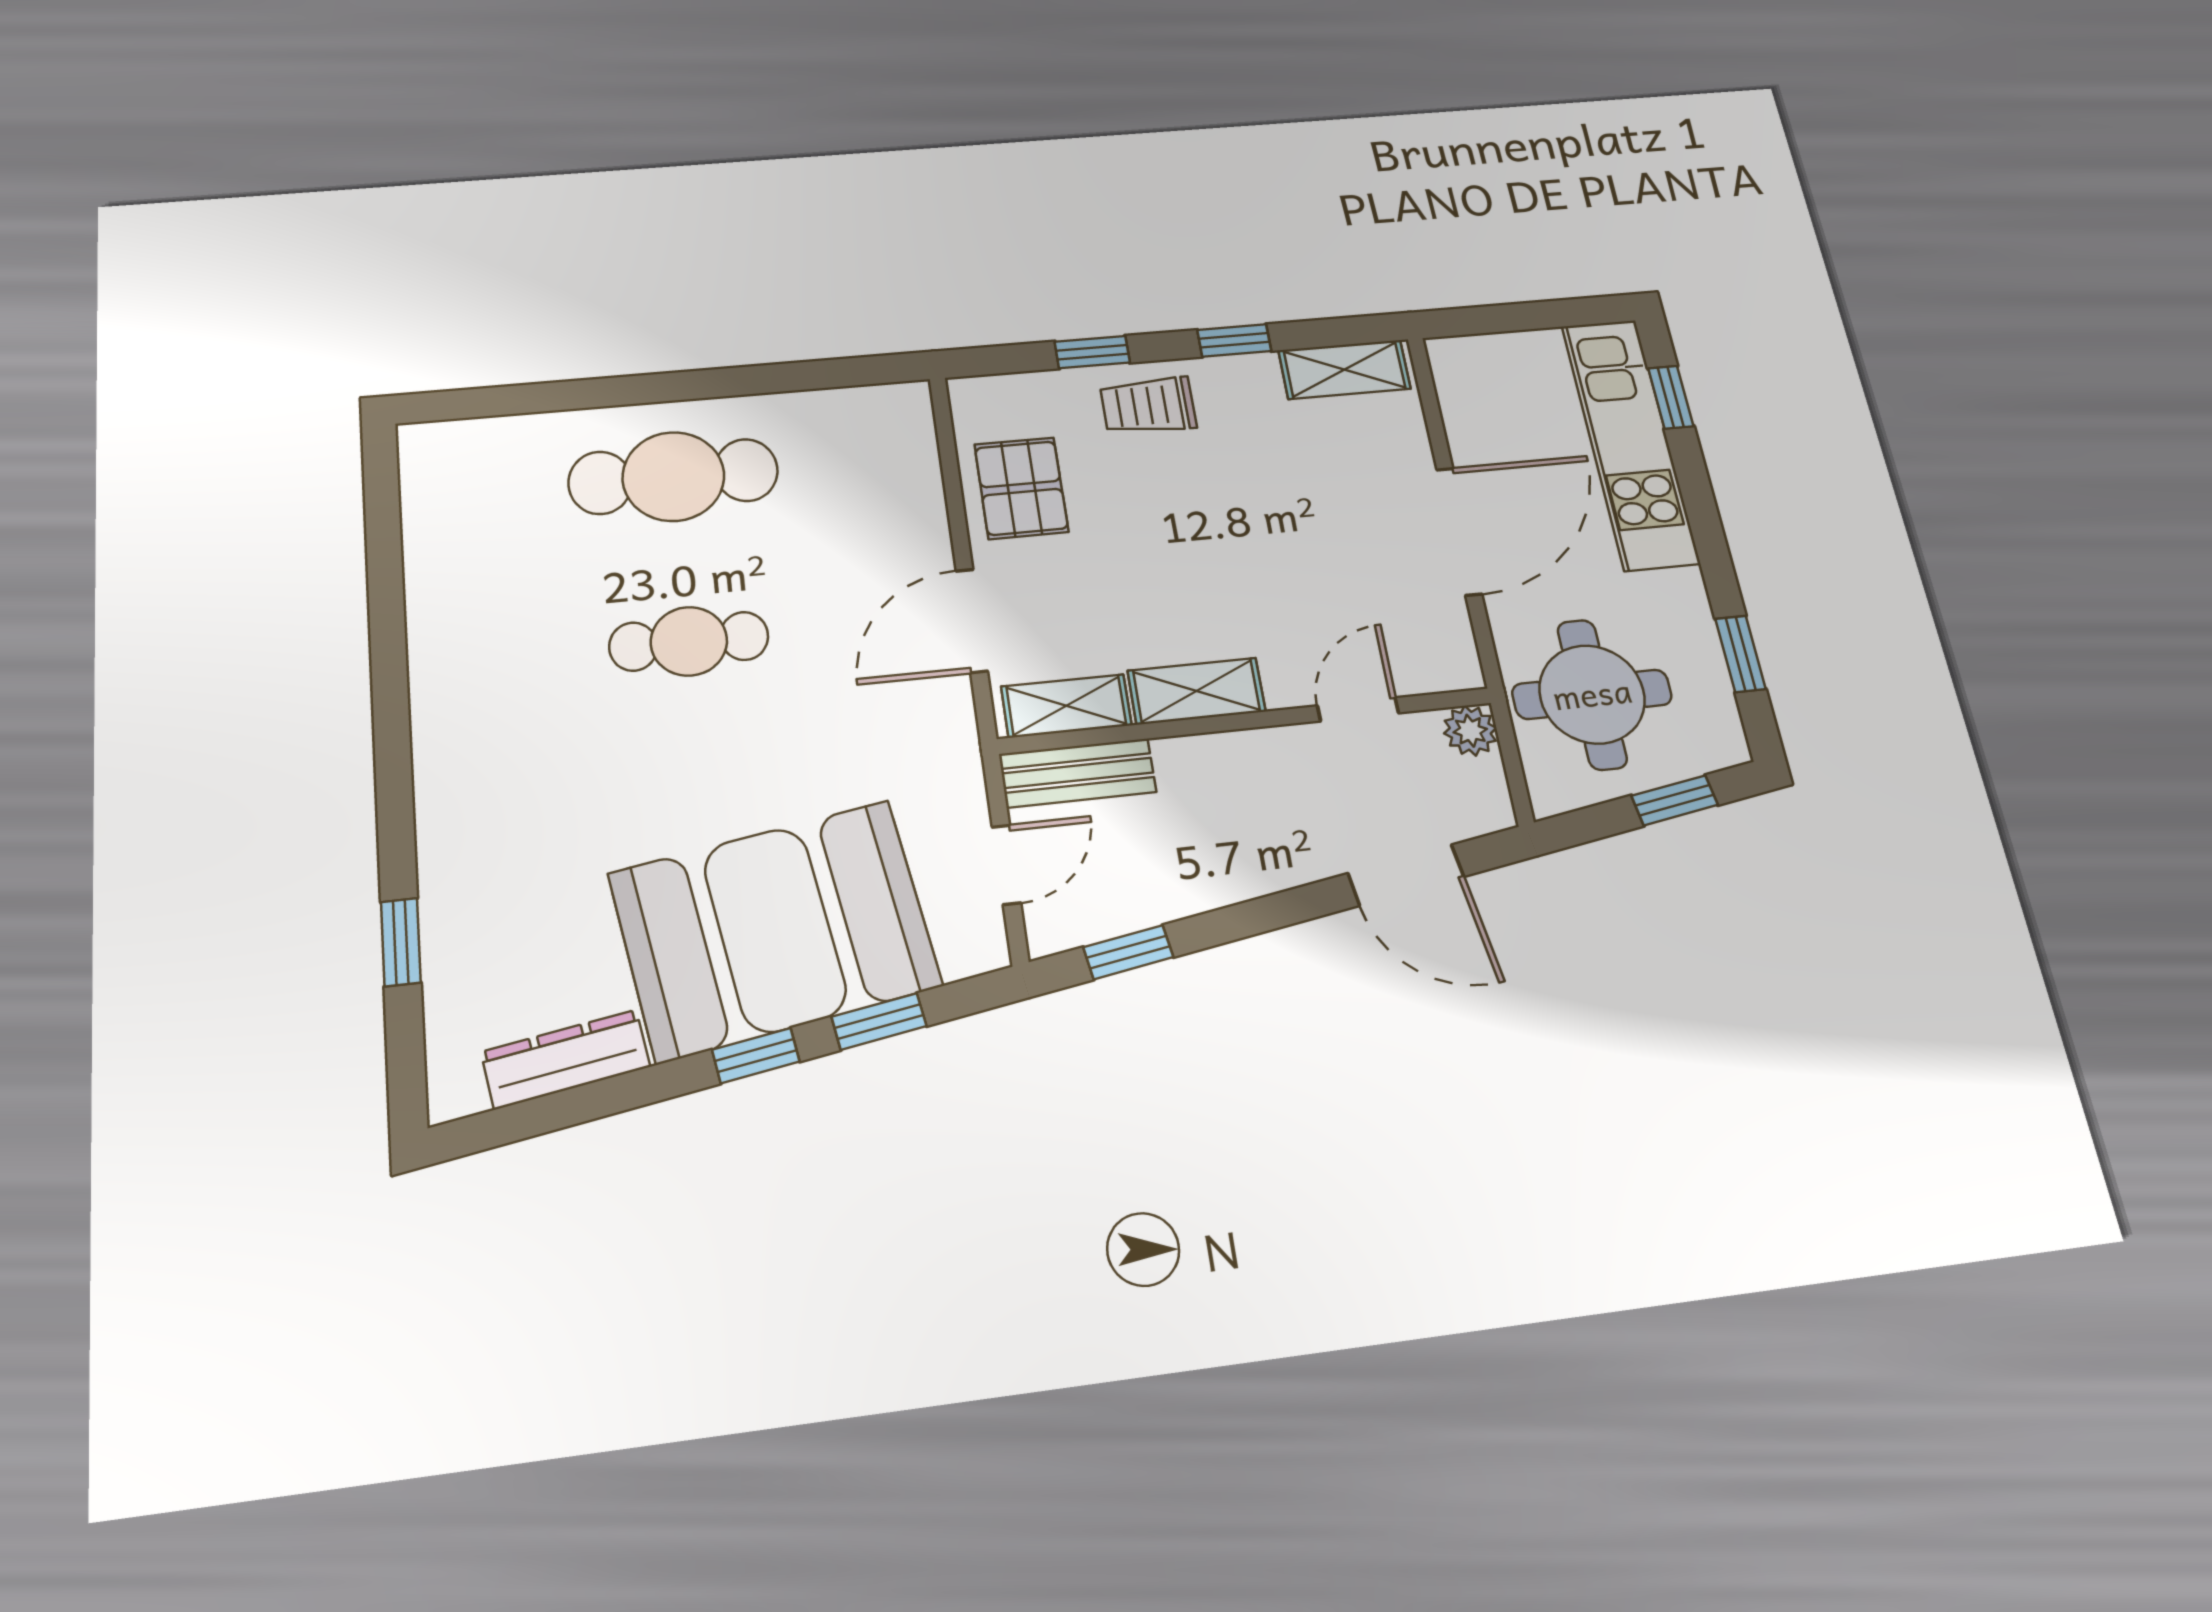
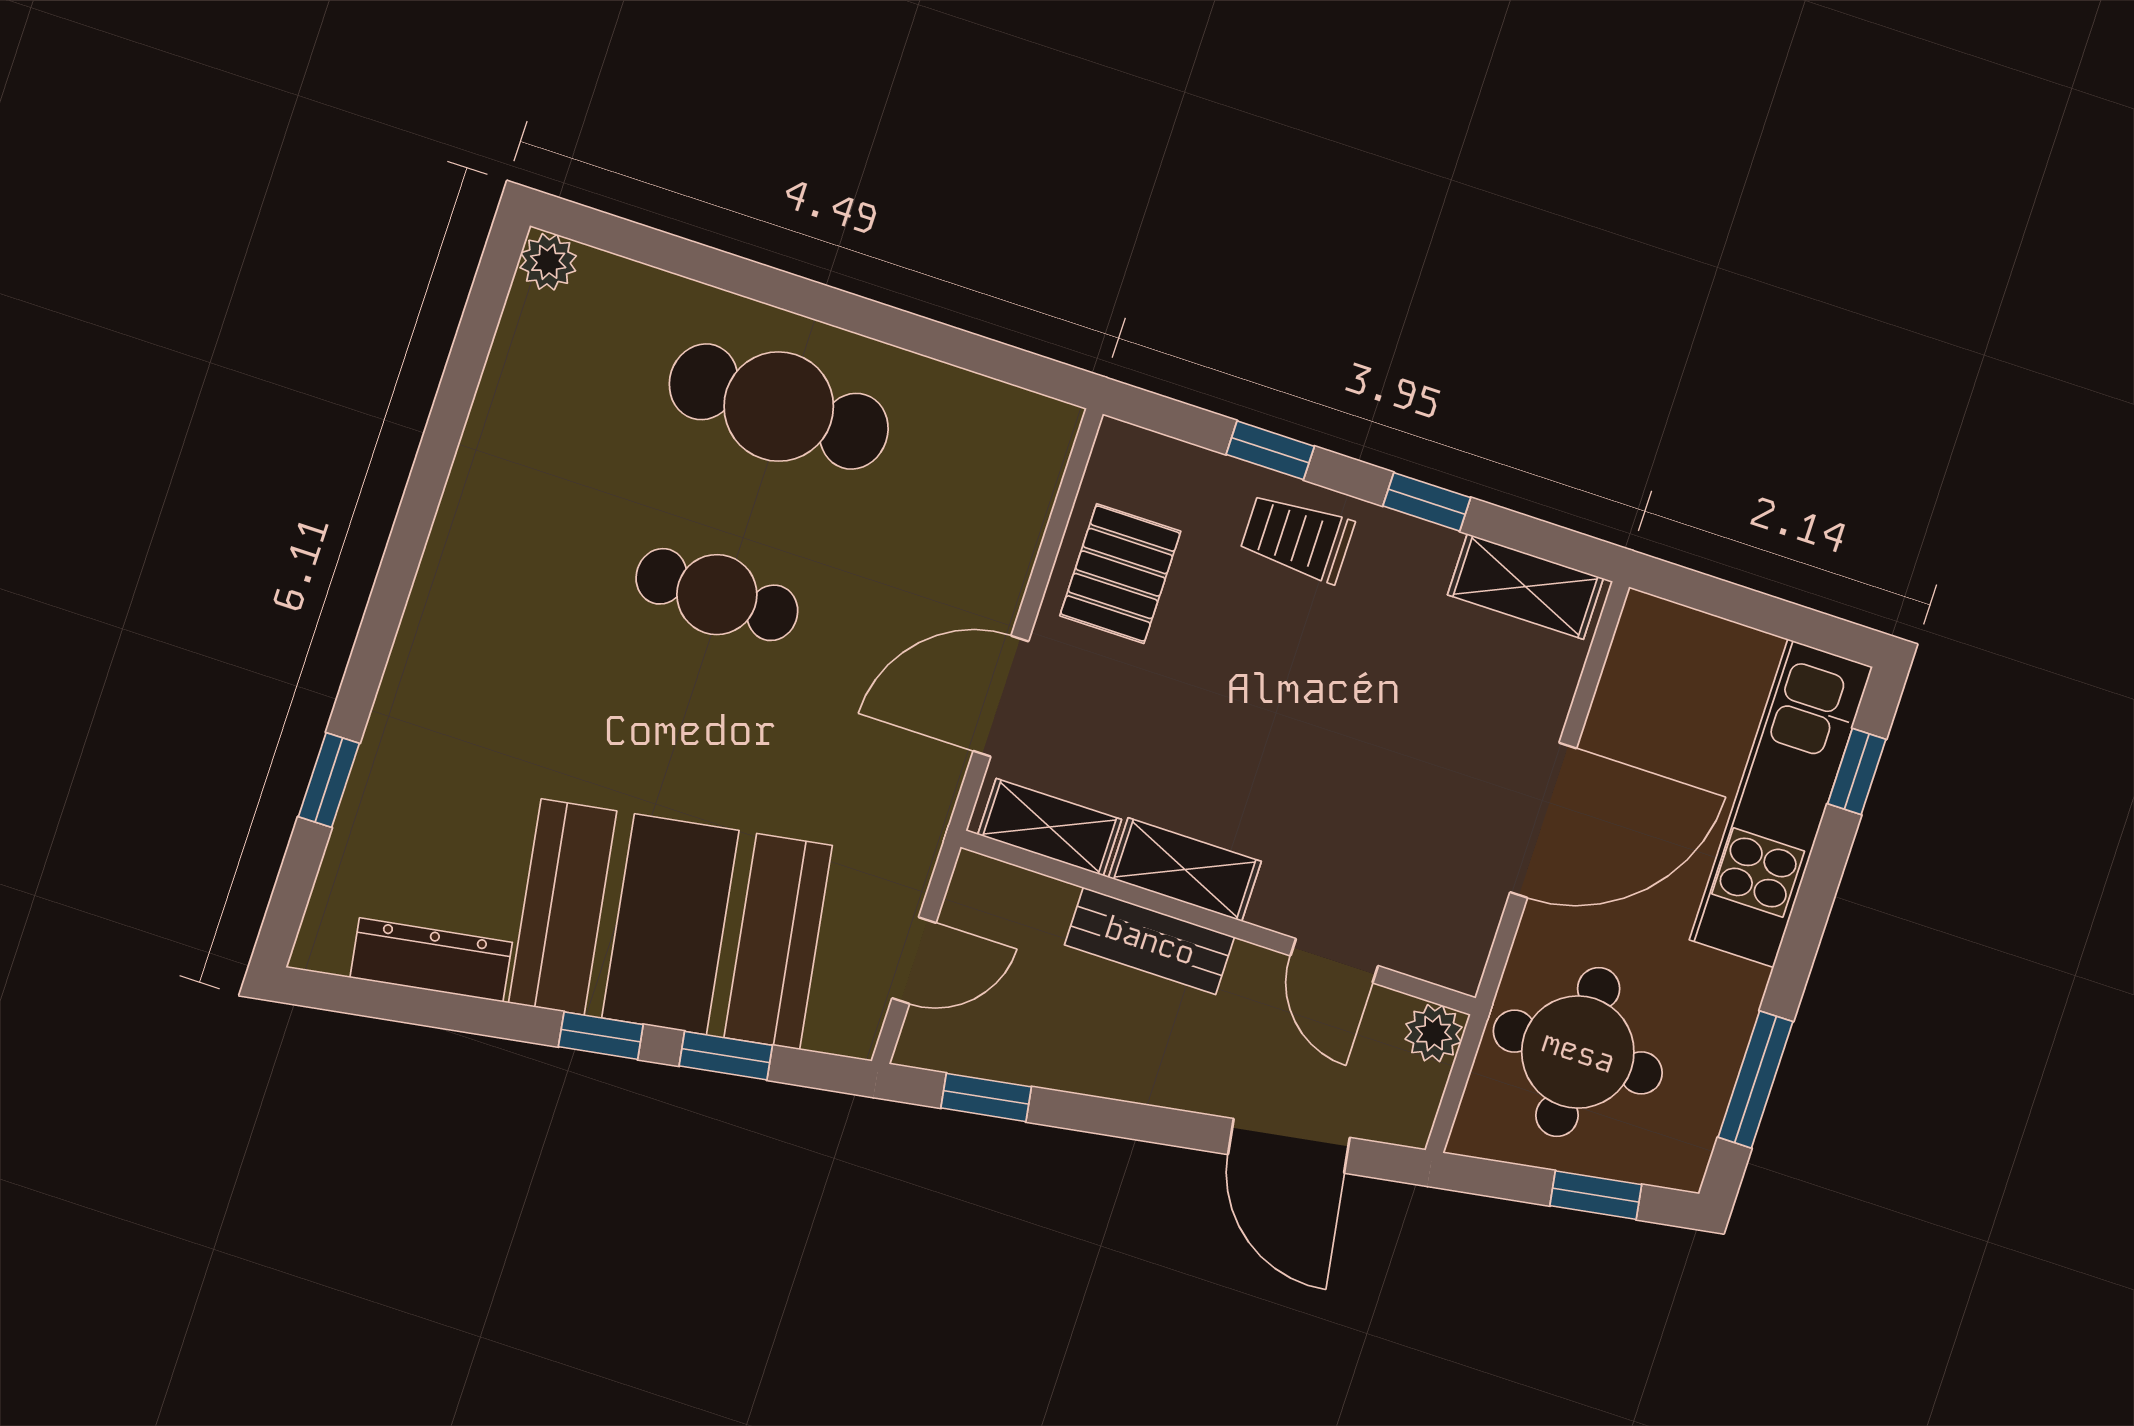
plant: (423, 445) -> (548, 262), added
window: (1740, 654) -> (1755, 1079), width x1.50
door: (1358, 709) -> (1334, 961), swing flipped
bench: (1078, 773) -> (1150, 941), moved

